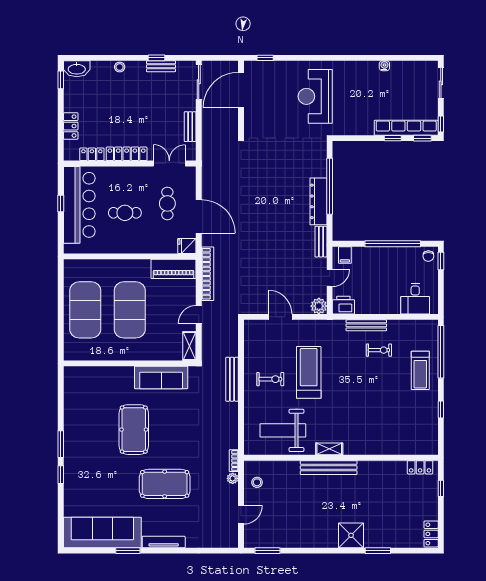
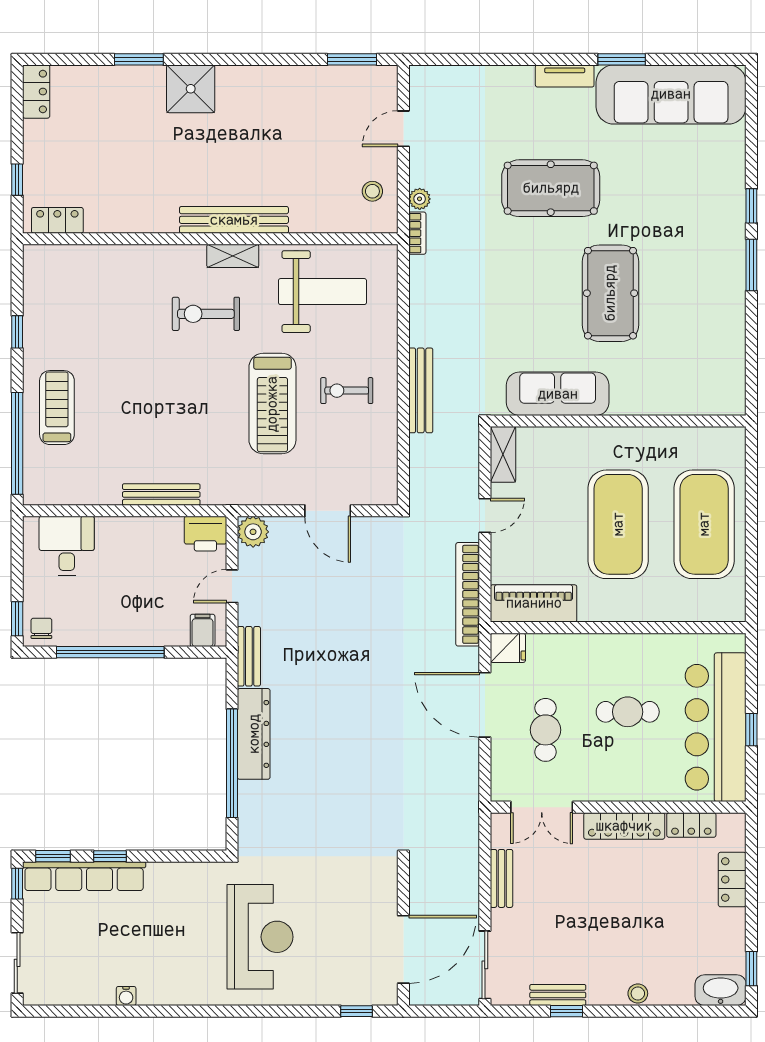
exercise bike: (379, 350) -> (206, 314), moved, width x1.38, depth x1.39
tv unit: (164, 542) -> (565, 76), width x0.71

